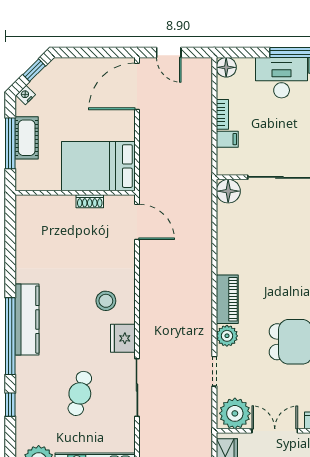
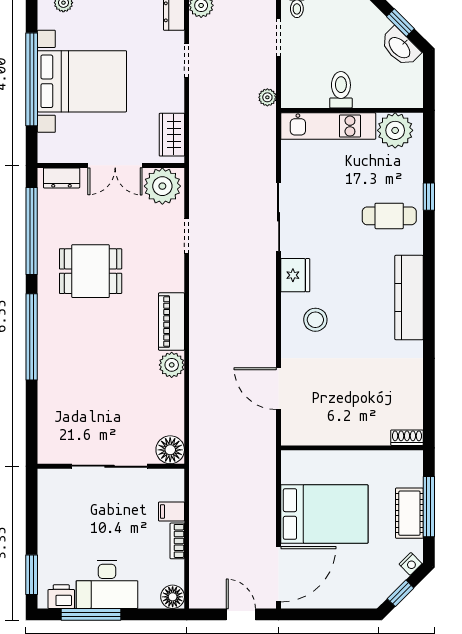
bed: (98, 166) -> (324, 514), moved
shoe rack: (90, 201) -> (407, 438), moved
door: (137, 222) -> (279, 389), moved
window: (10, 336) -> (429, 278), removed
plant: (227, 336) -> (172, 365), moved
cafe table: (80, 393) -> (389, 216), moved, turned 75

